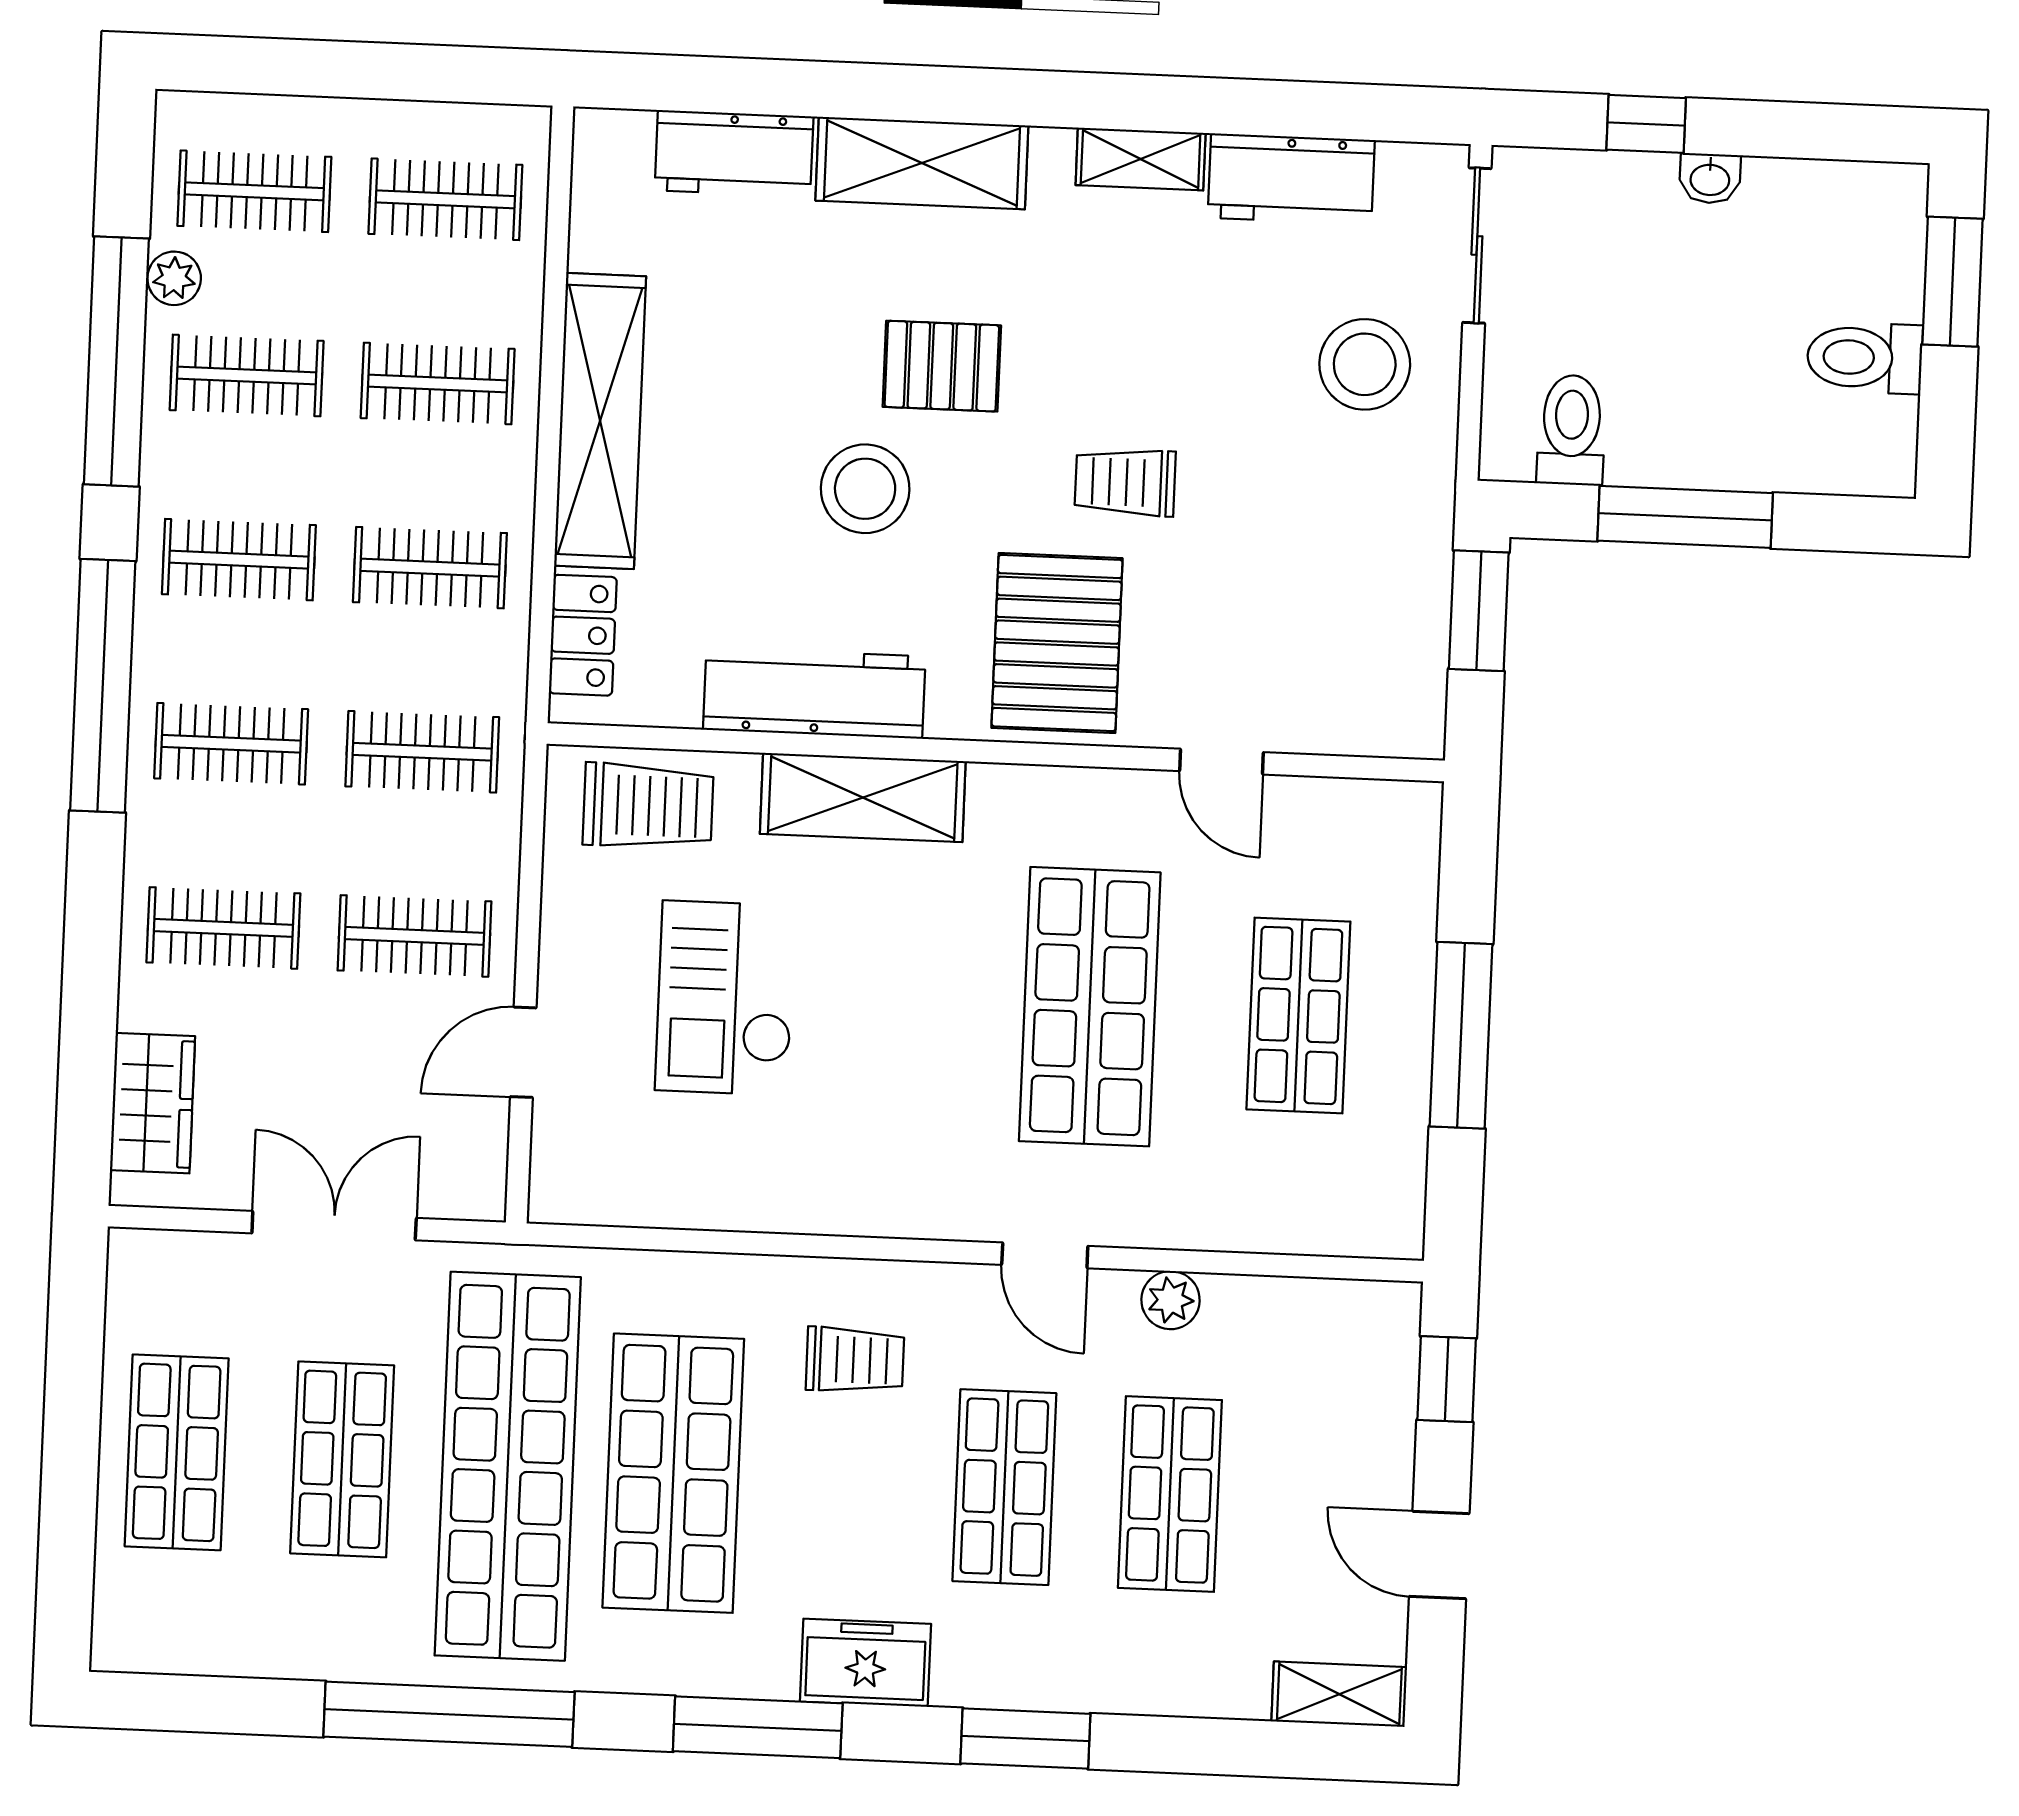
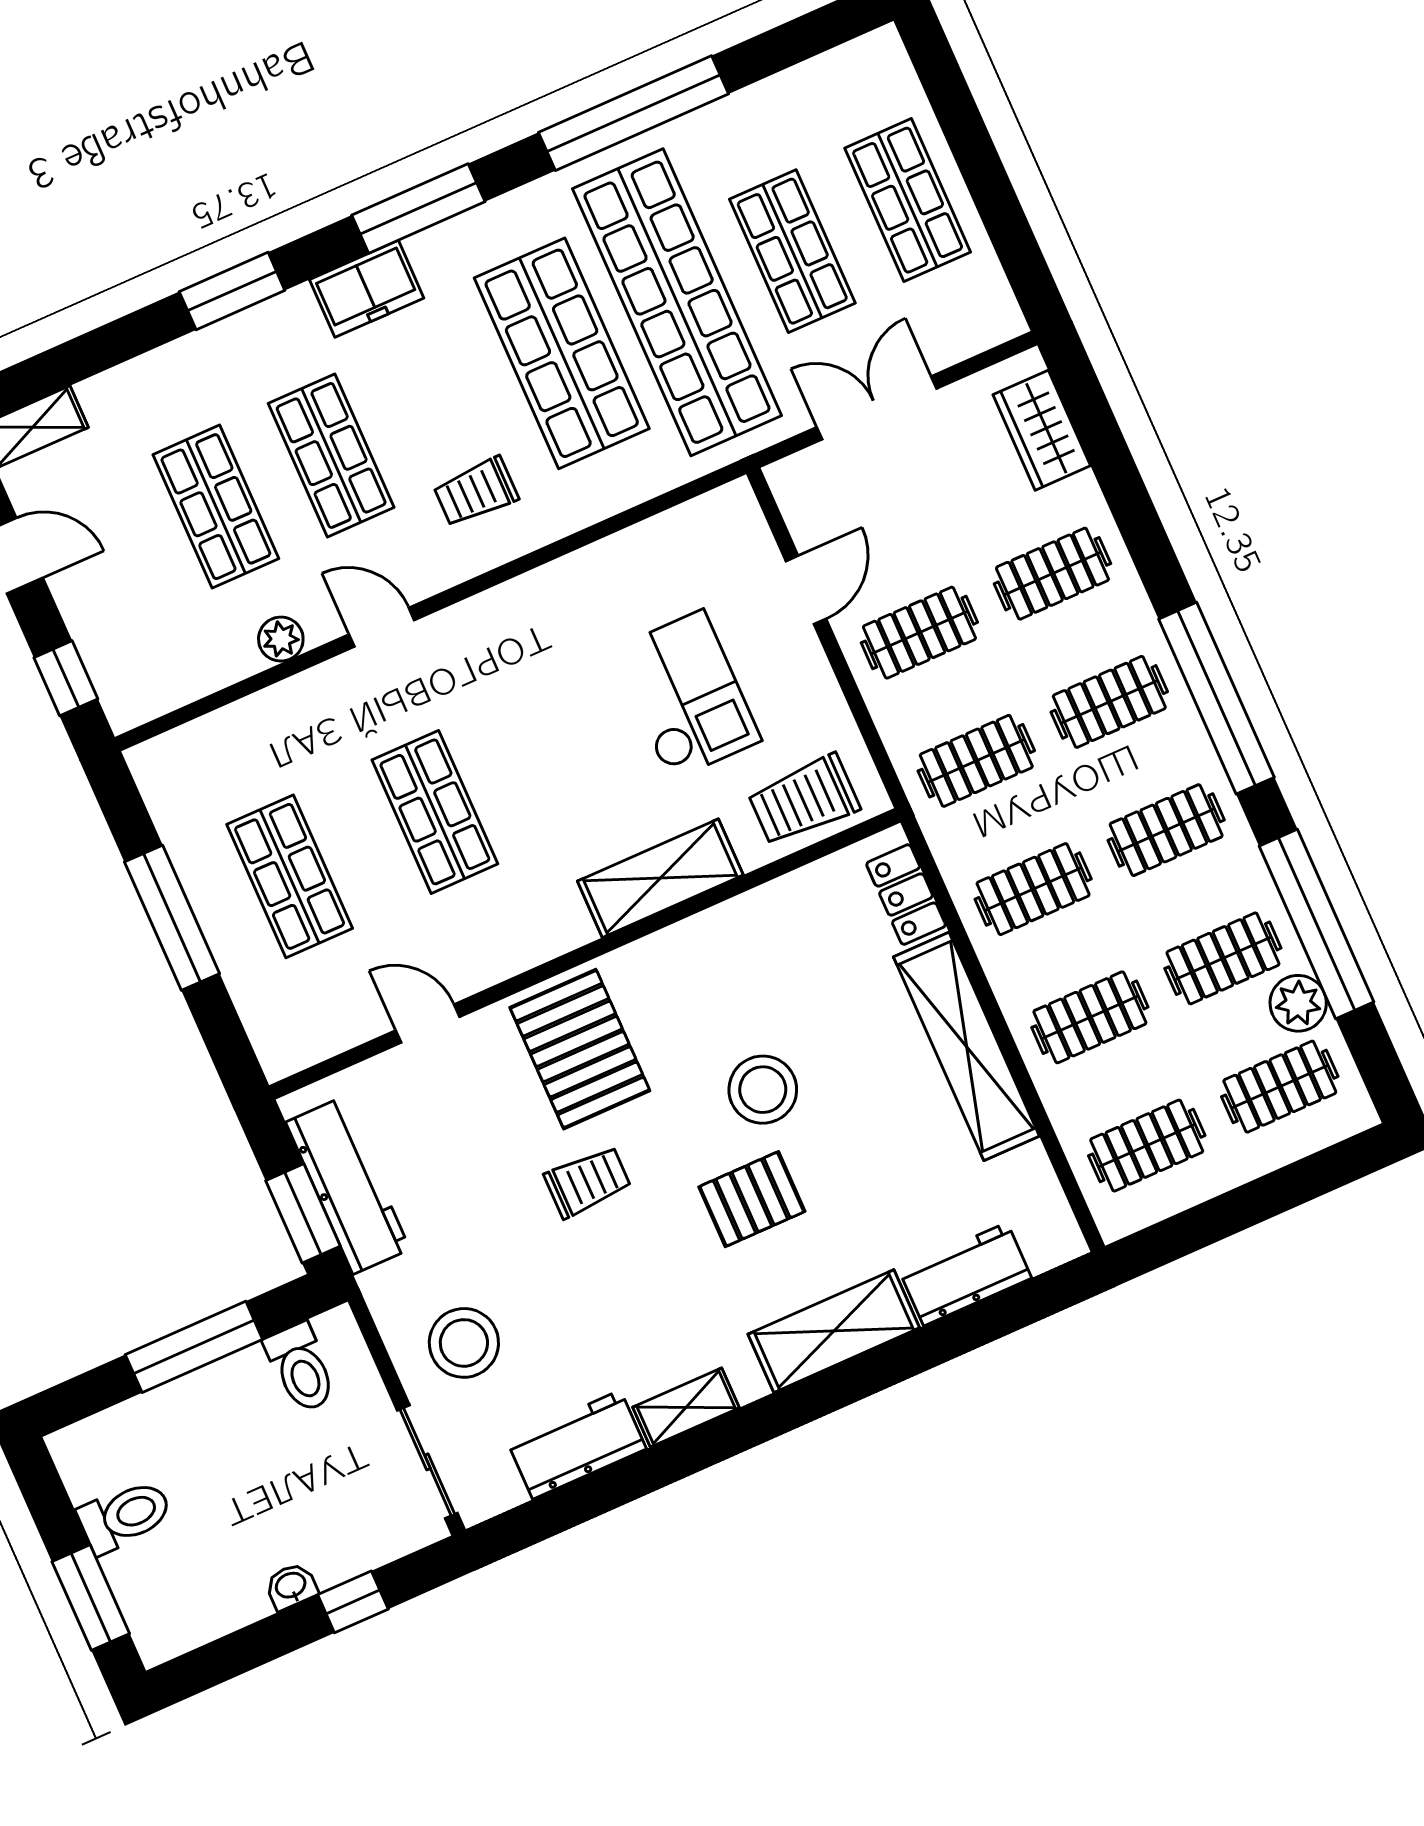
plant: (174, 278) -> (1298, 1003), width x1.38, depth x1.38
workbench: (814, 693) -> (348, 1186), moved, turned -90
shop shelf: (1090, 1007) -> (435, 812), width x0.70, depth x0.74
double door: (334, 1226) -> (877, 408), swing flipped

